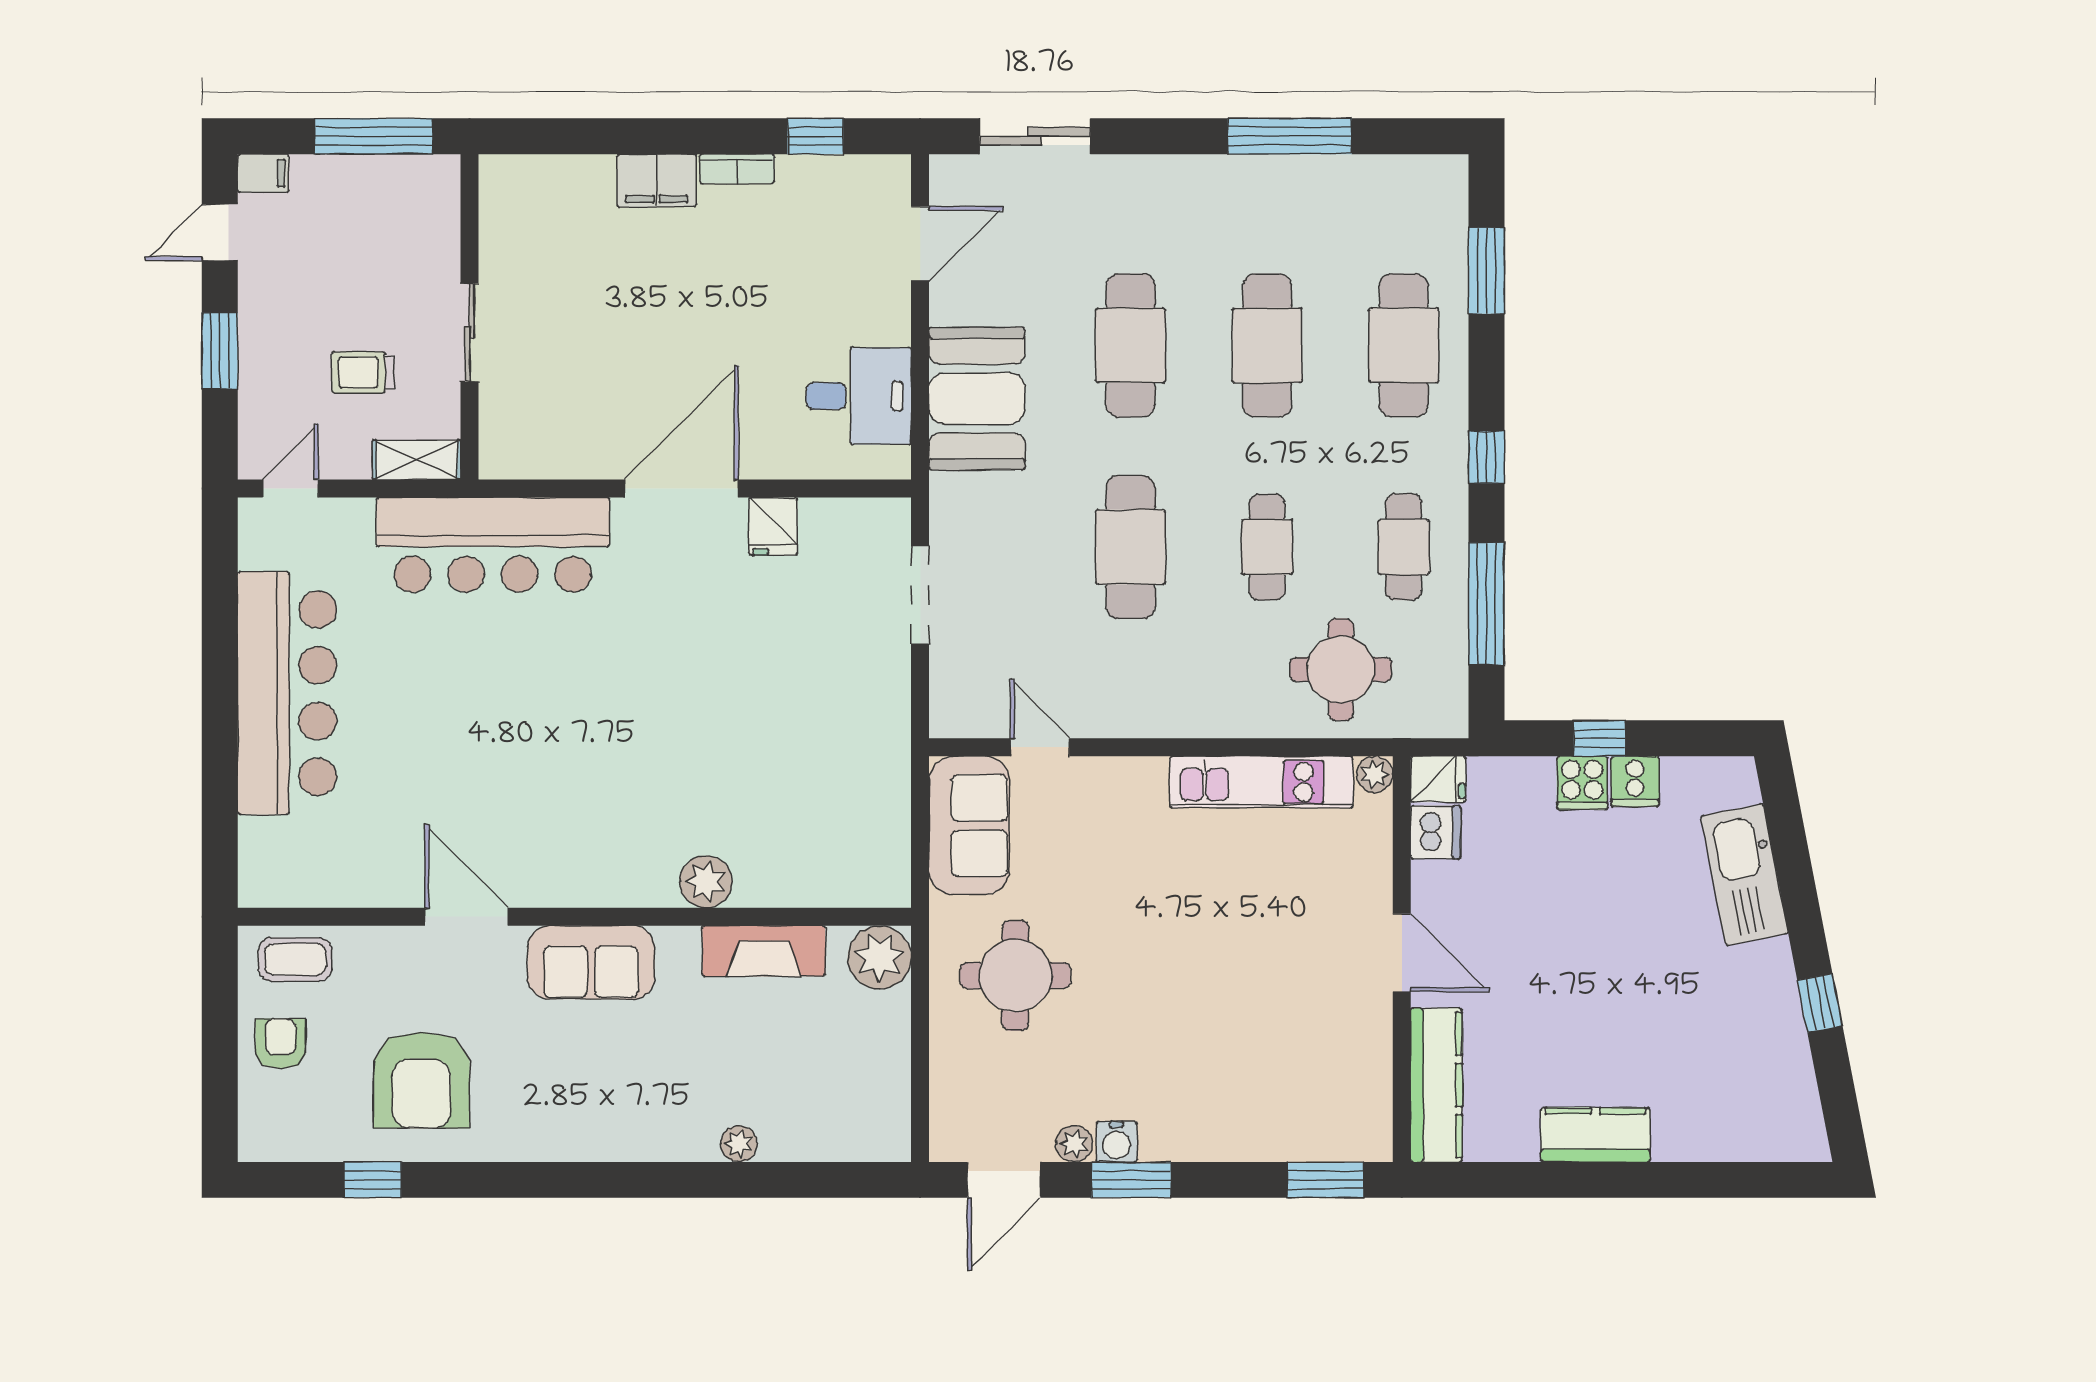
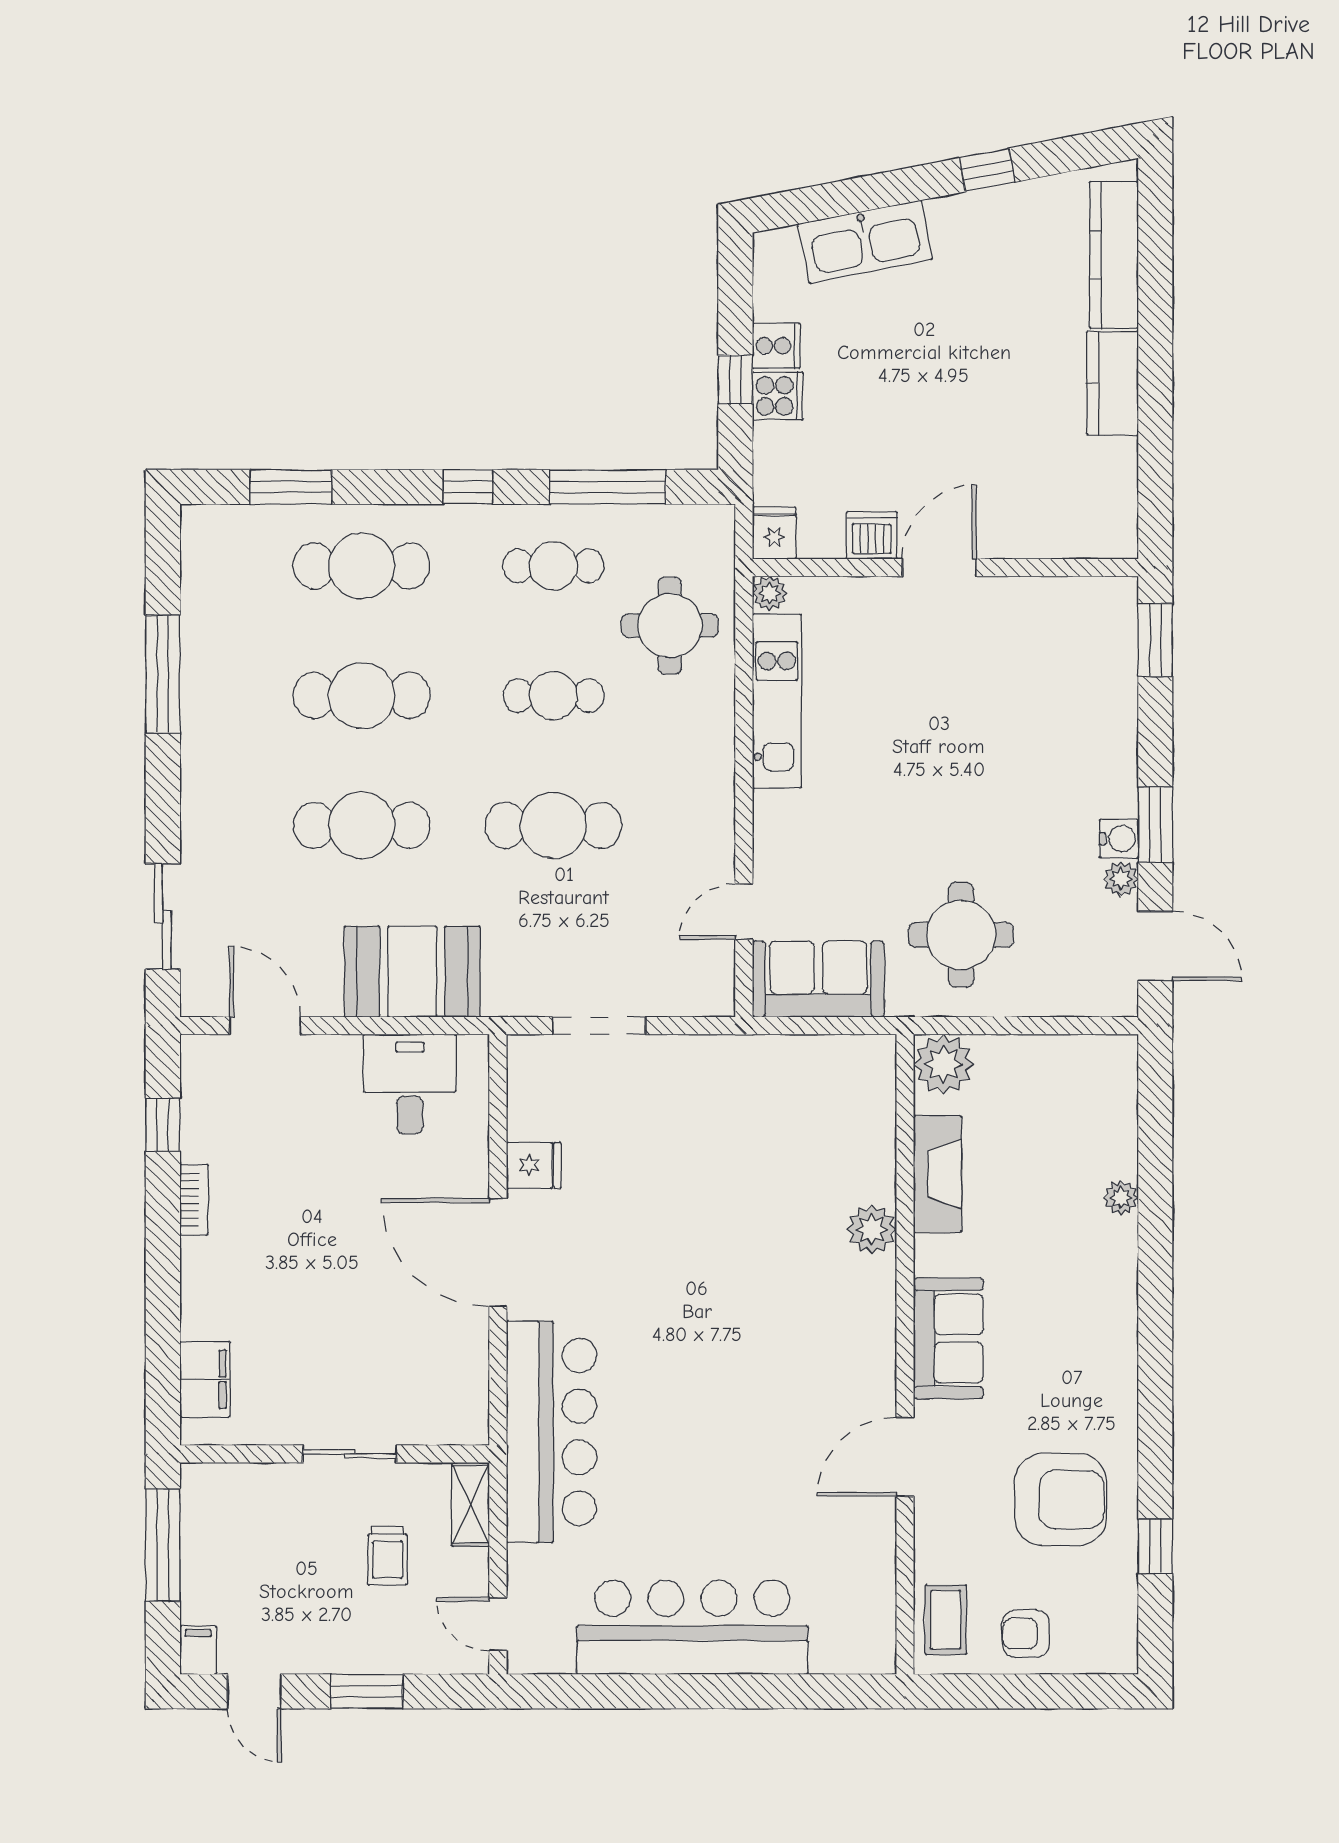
filing cabinet: (657, 180) -> (205, 1379), moved
dishwasher: (1436, 832) -> (872, 535), moved
kitchen counter: (1436, 1085) -> (1114, 255), moved, turned -90

